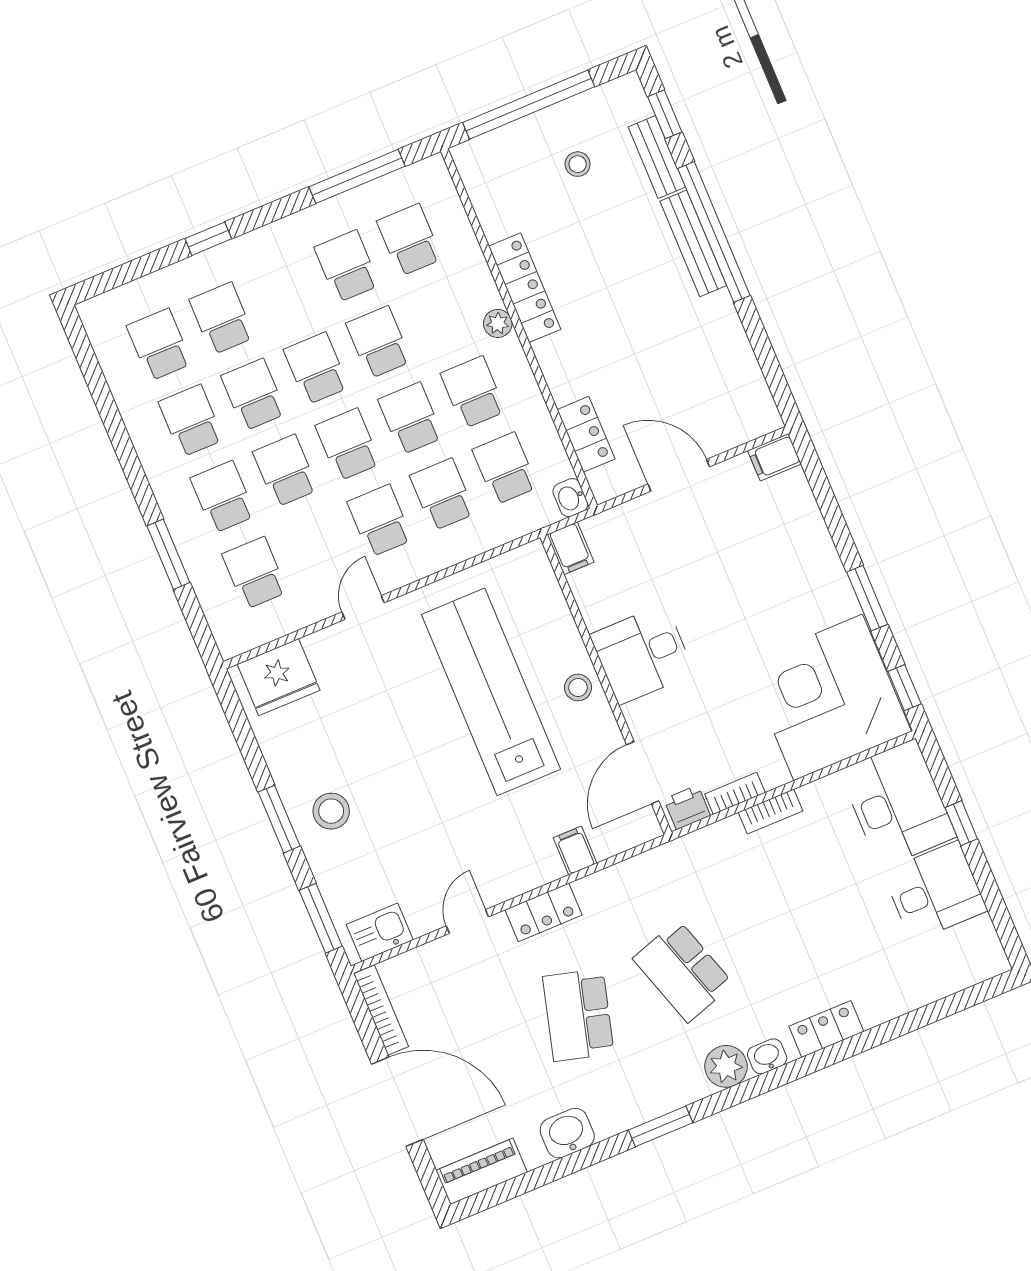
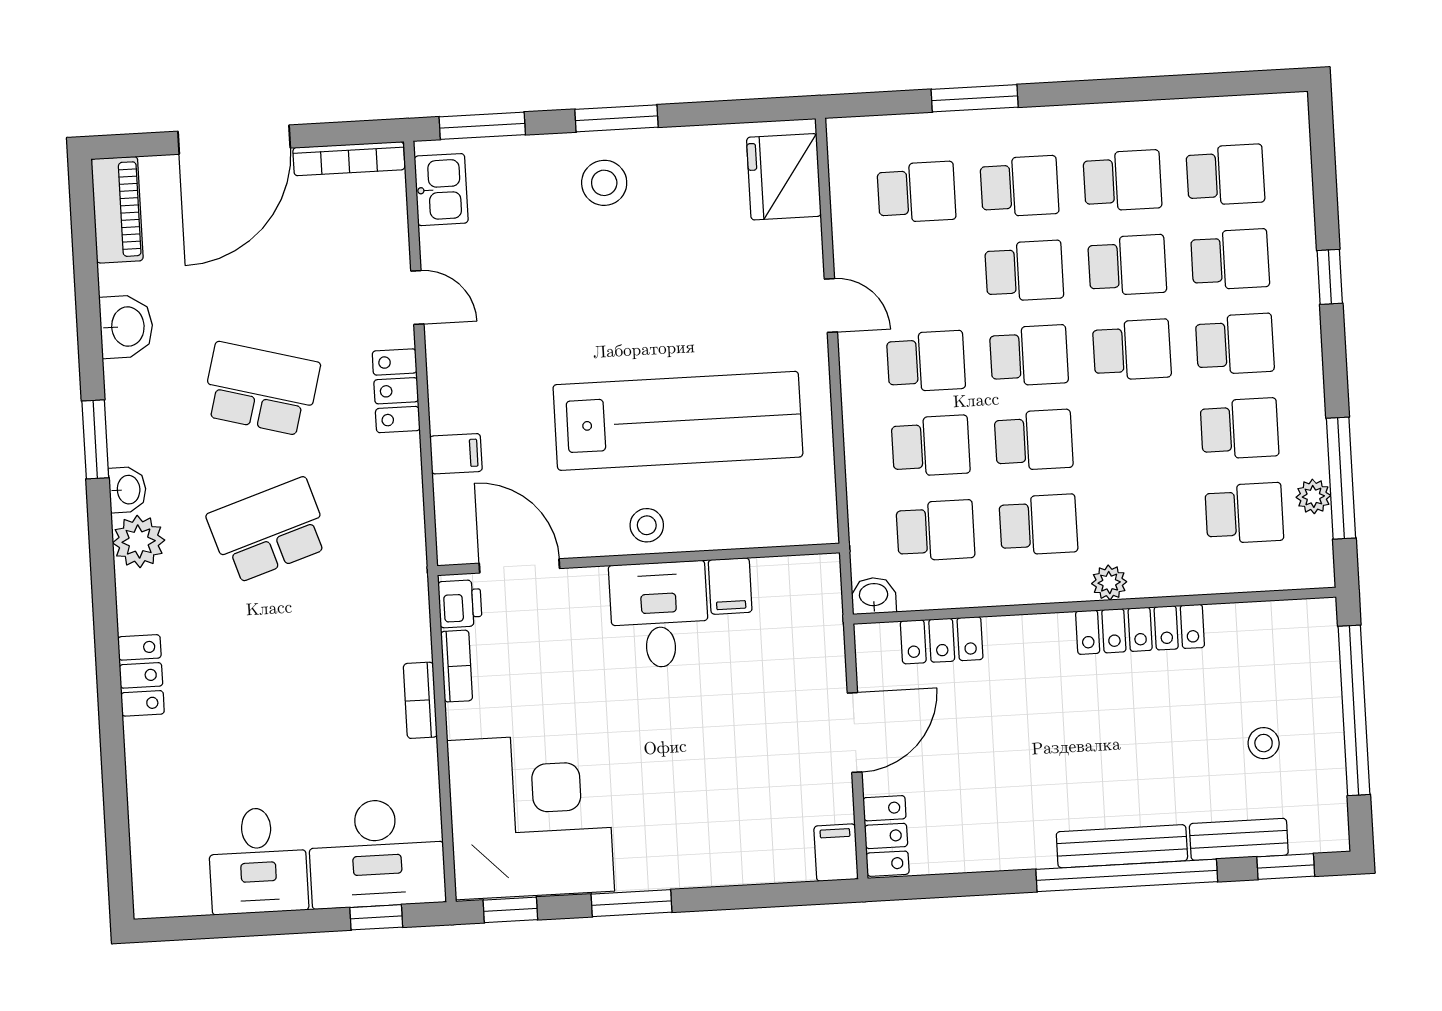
plant: (378, 192) -> (1313, 496), added
school desk: (379, 342) -> (1235, 344), moved
locker: (748, 424) -> (886, 836), added
filing cabinet: (570, 548) -> (730, 586), moved, turned -90
window: (961, 823) -> (376, 917), moved
washbasin: (767, 1056) -> (127, 490), moved

